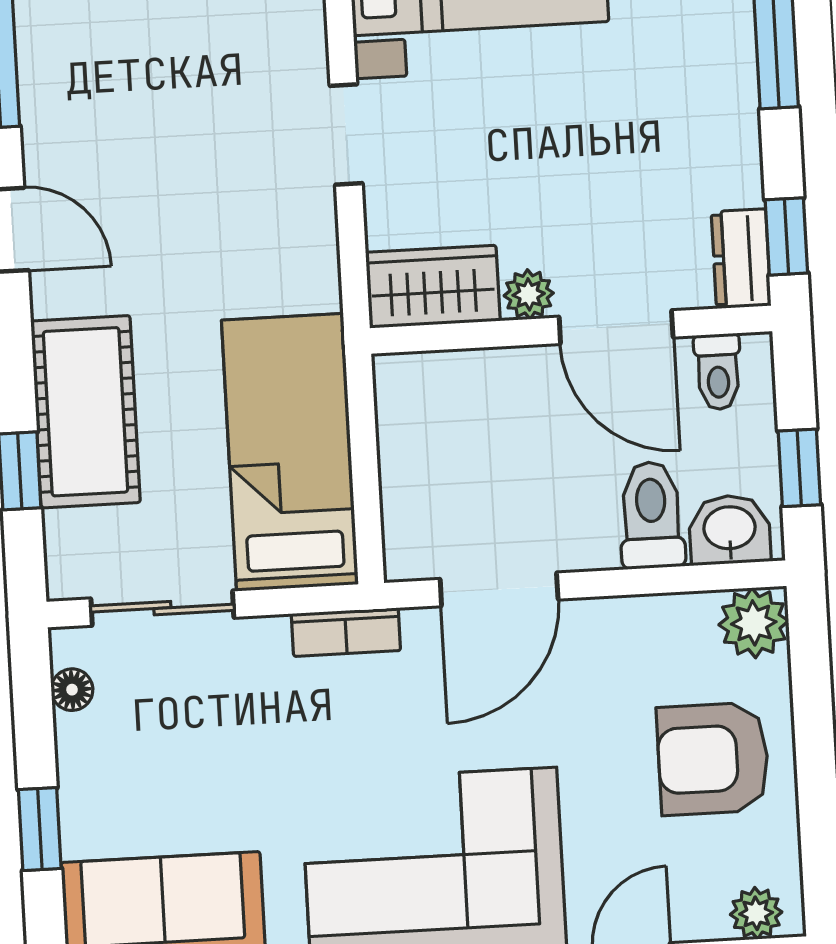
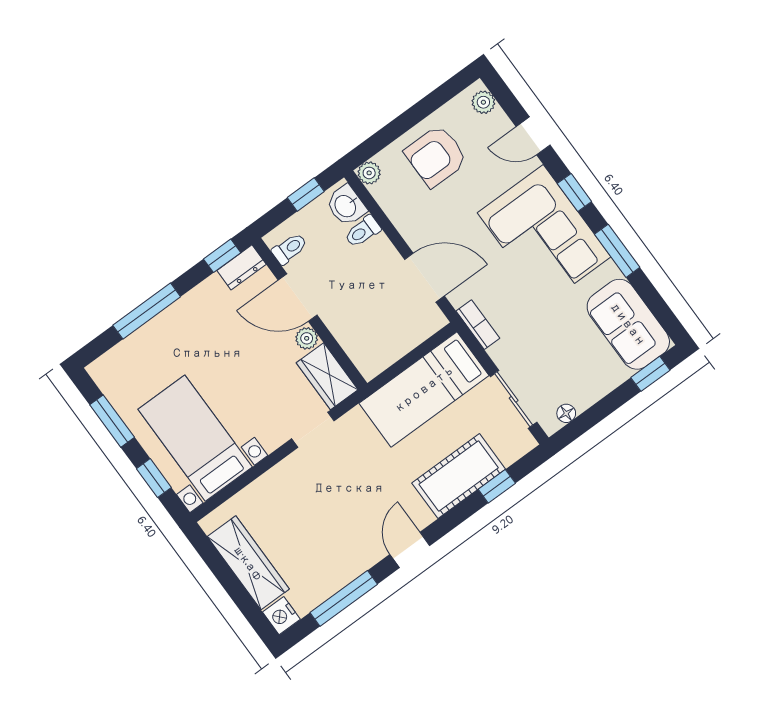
doorway: (346, 134) -> (313, 430), moved
door: (616, 327) -> (298, 298), swing flipped
toilet: (651, 515) -> (363, 231), width x0.73, depth x0.72
plant: (754, 623) -> (369, 173), width x0.73, depth x0.73
armchair: (713, 759) -> (436, 156), turned 90
window: (40, 829) -> (650, 374), moved

